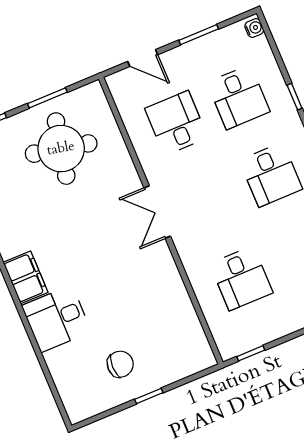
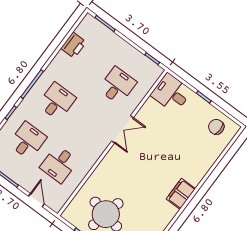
double door: (157, 212) -> (123, 129), moved
desk: (56, 319) -> (171, 93), moved, turned 180
chair: (120, 364) -> (216, 127), moved

